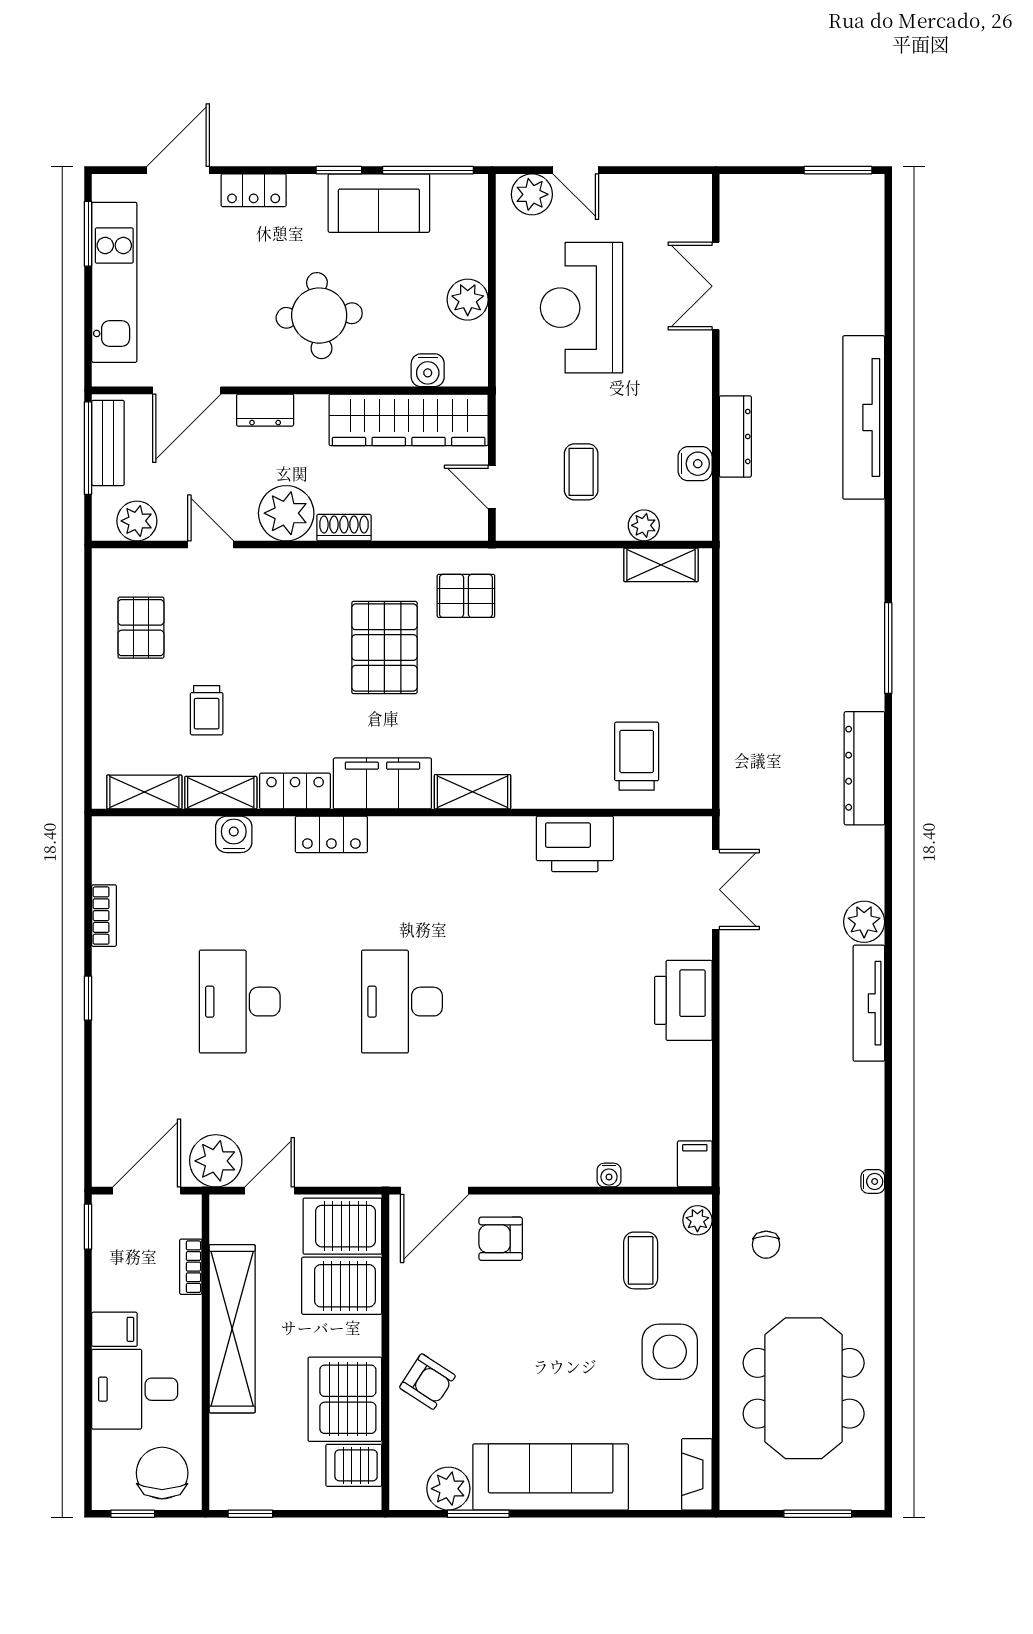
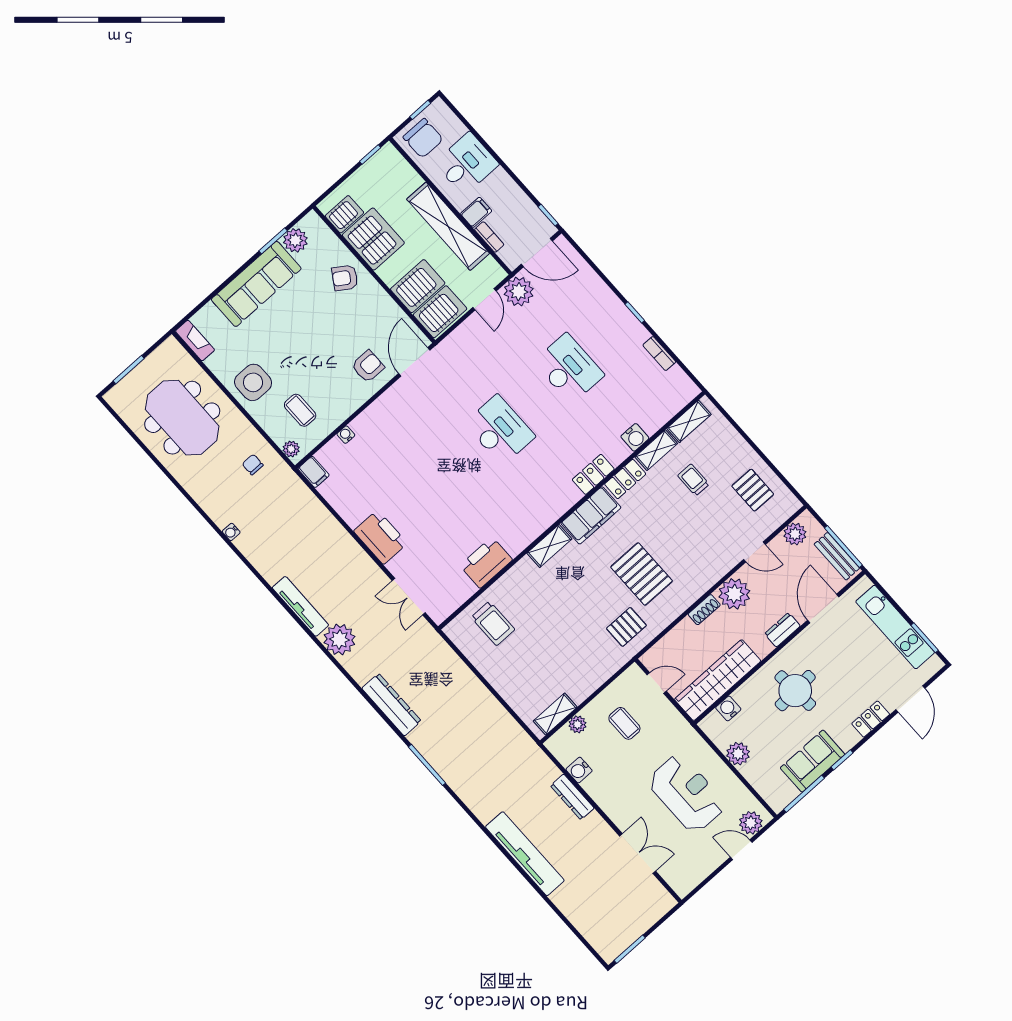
plant: (864, 922) -> (339, 640), width x1.36, depth x1.36
door: (147, 1191) -> (537, 253), hinge flipped
filing cabinet: (114, 1329) -> (476, 212), moved, turned 180

